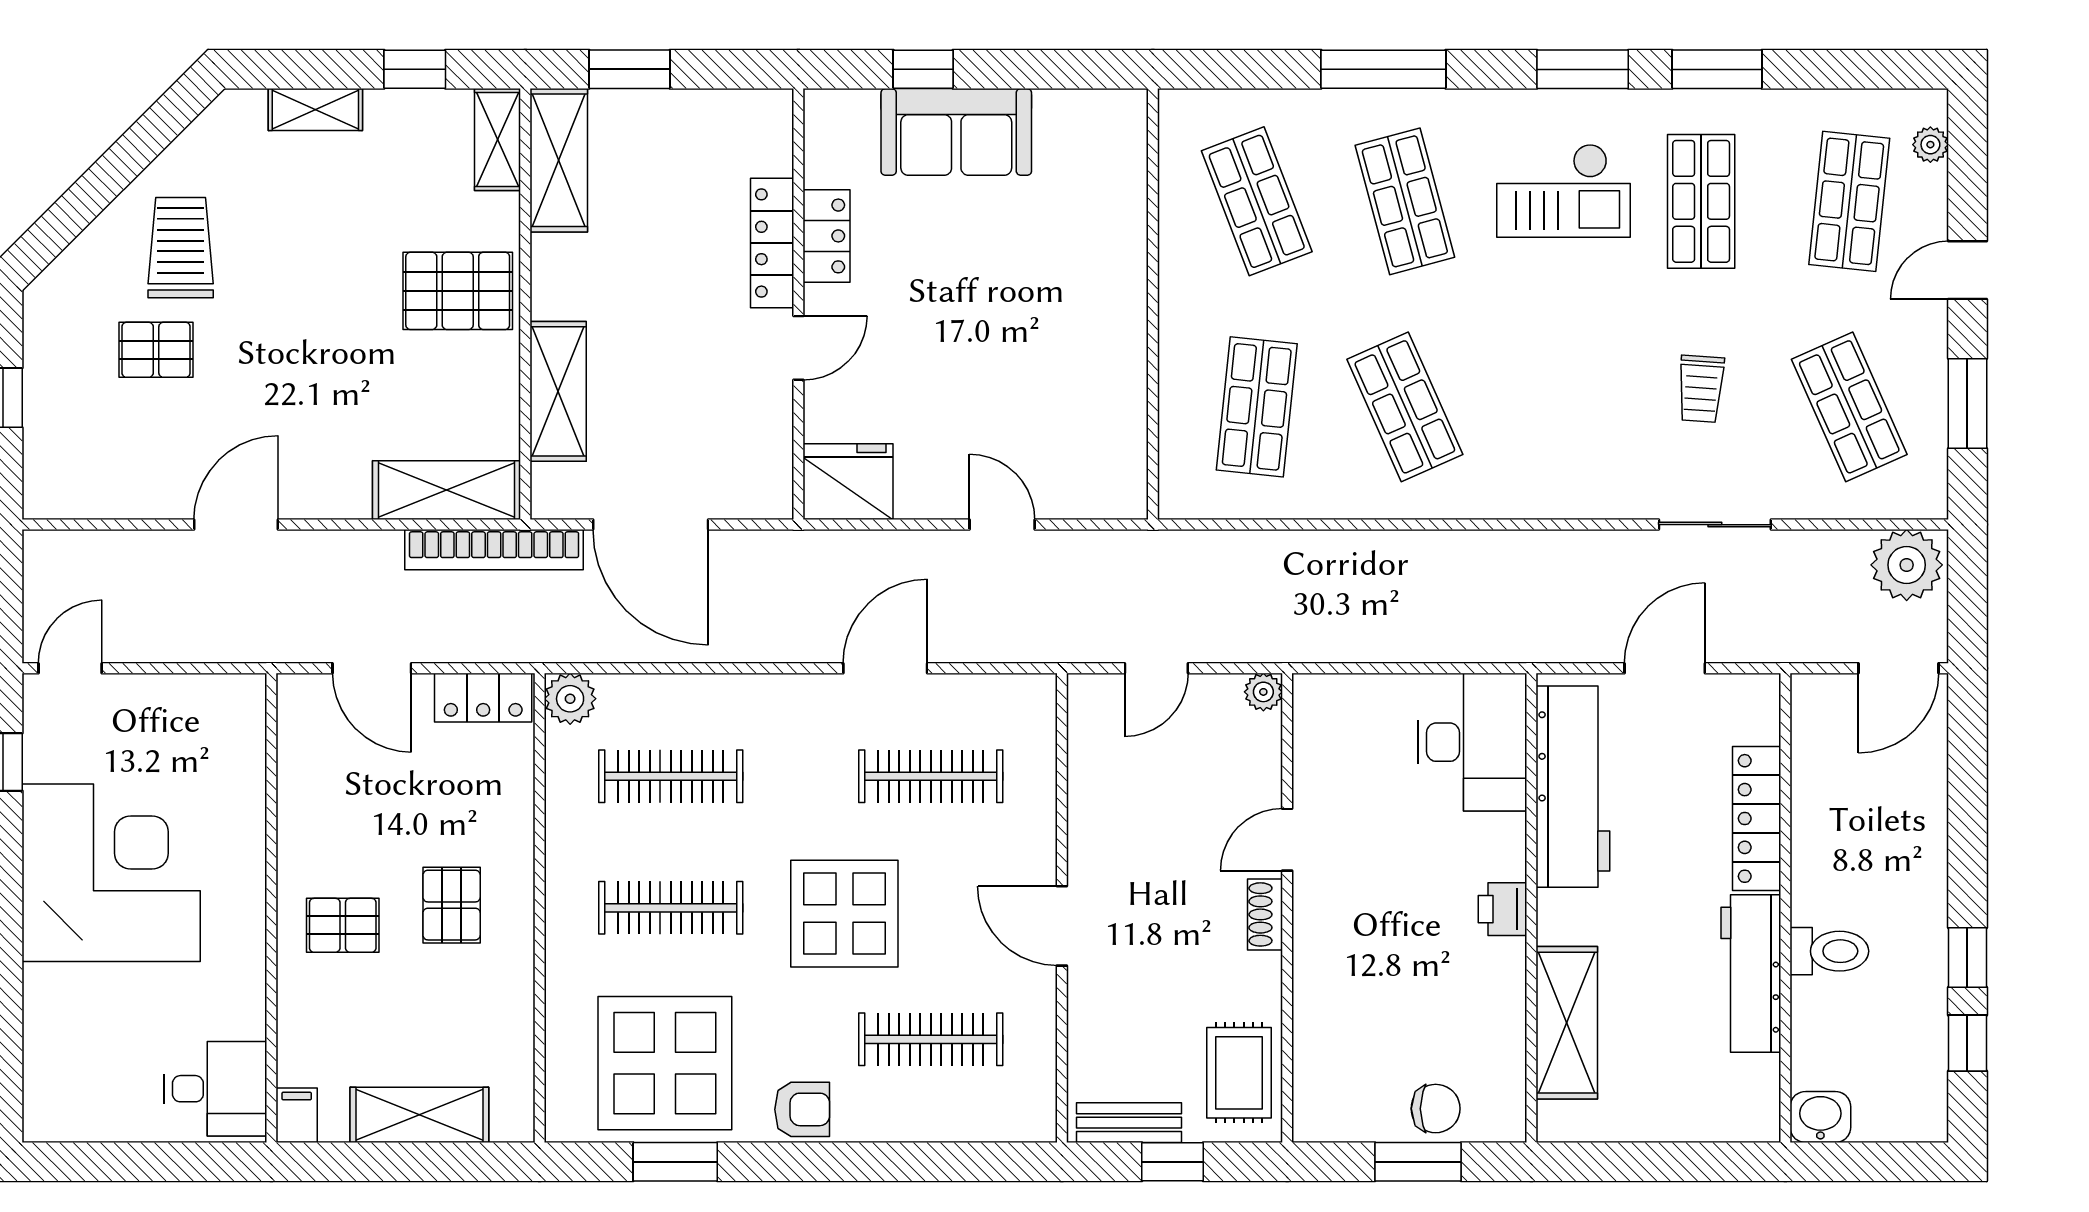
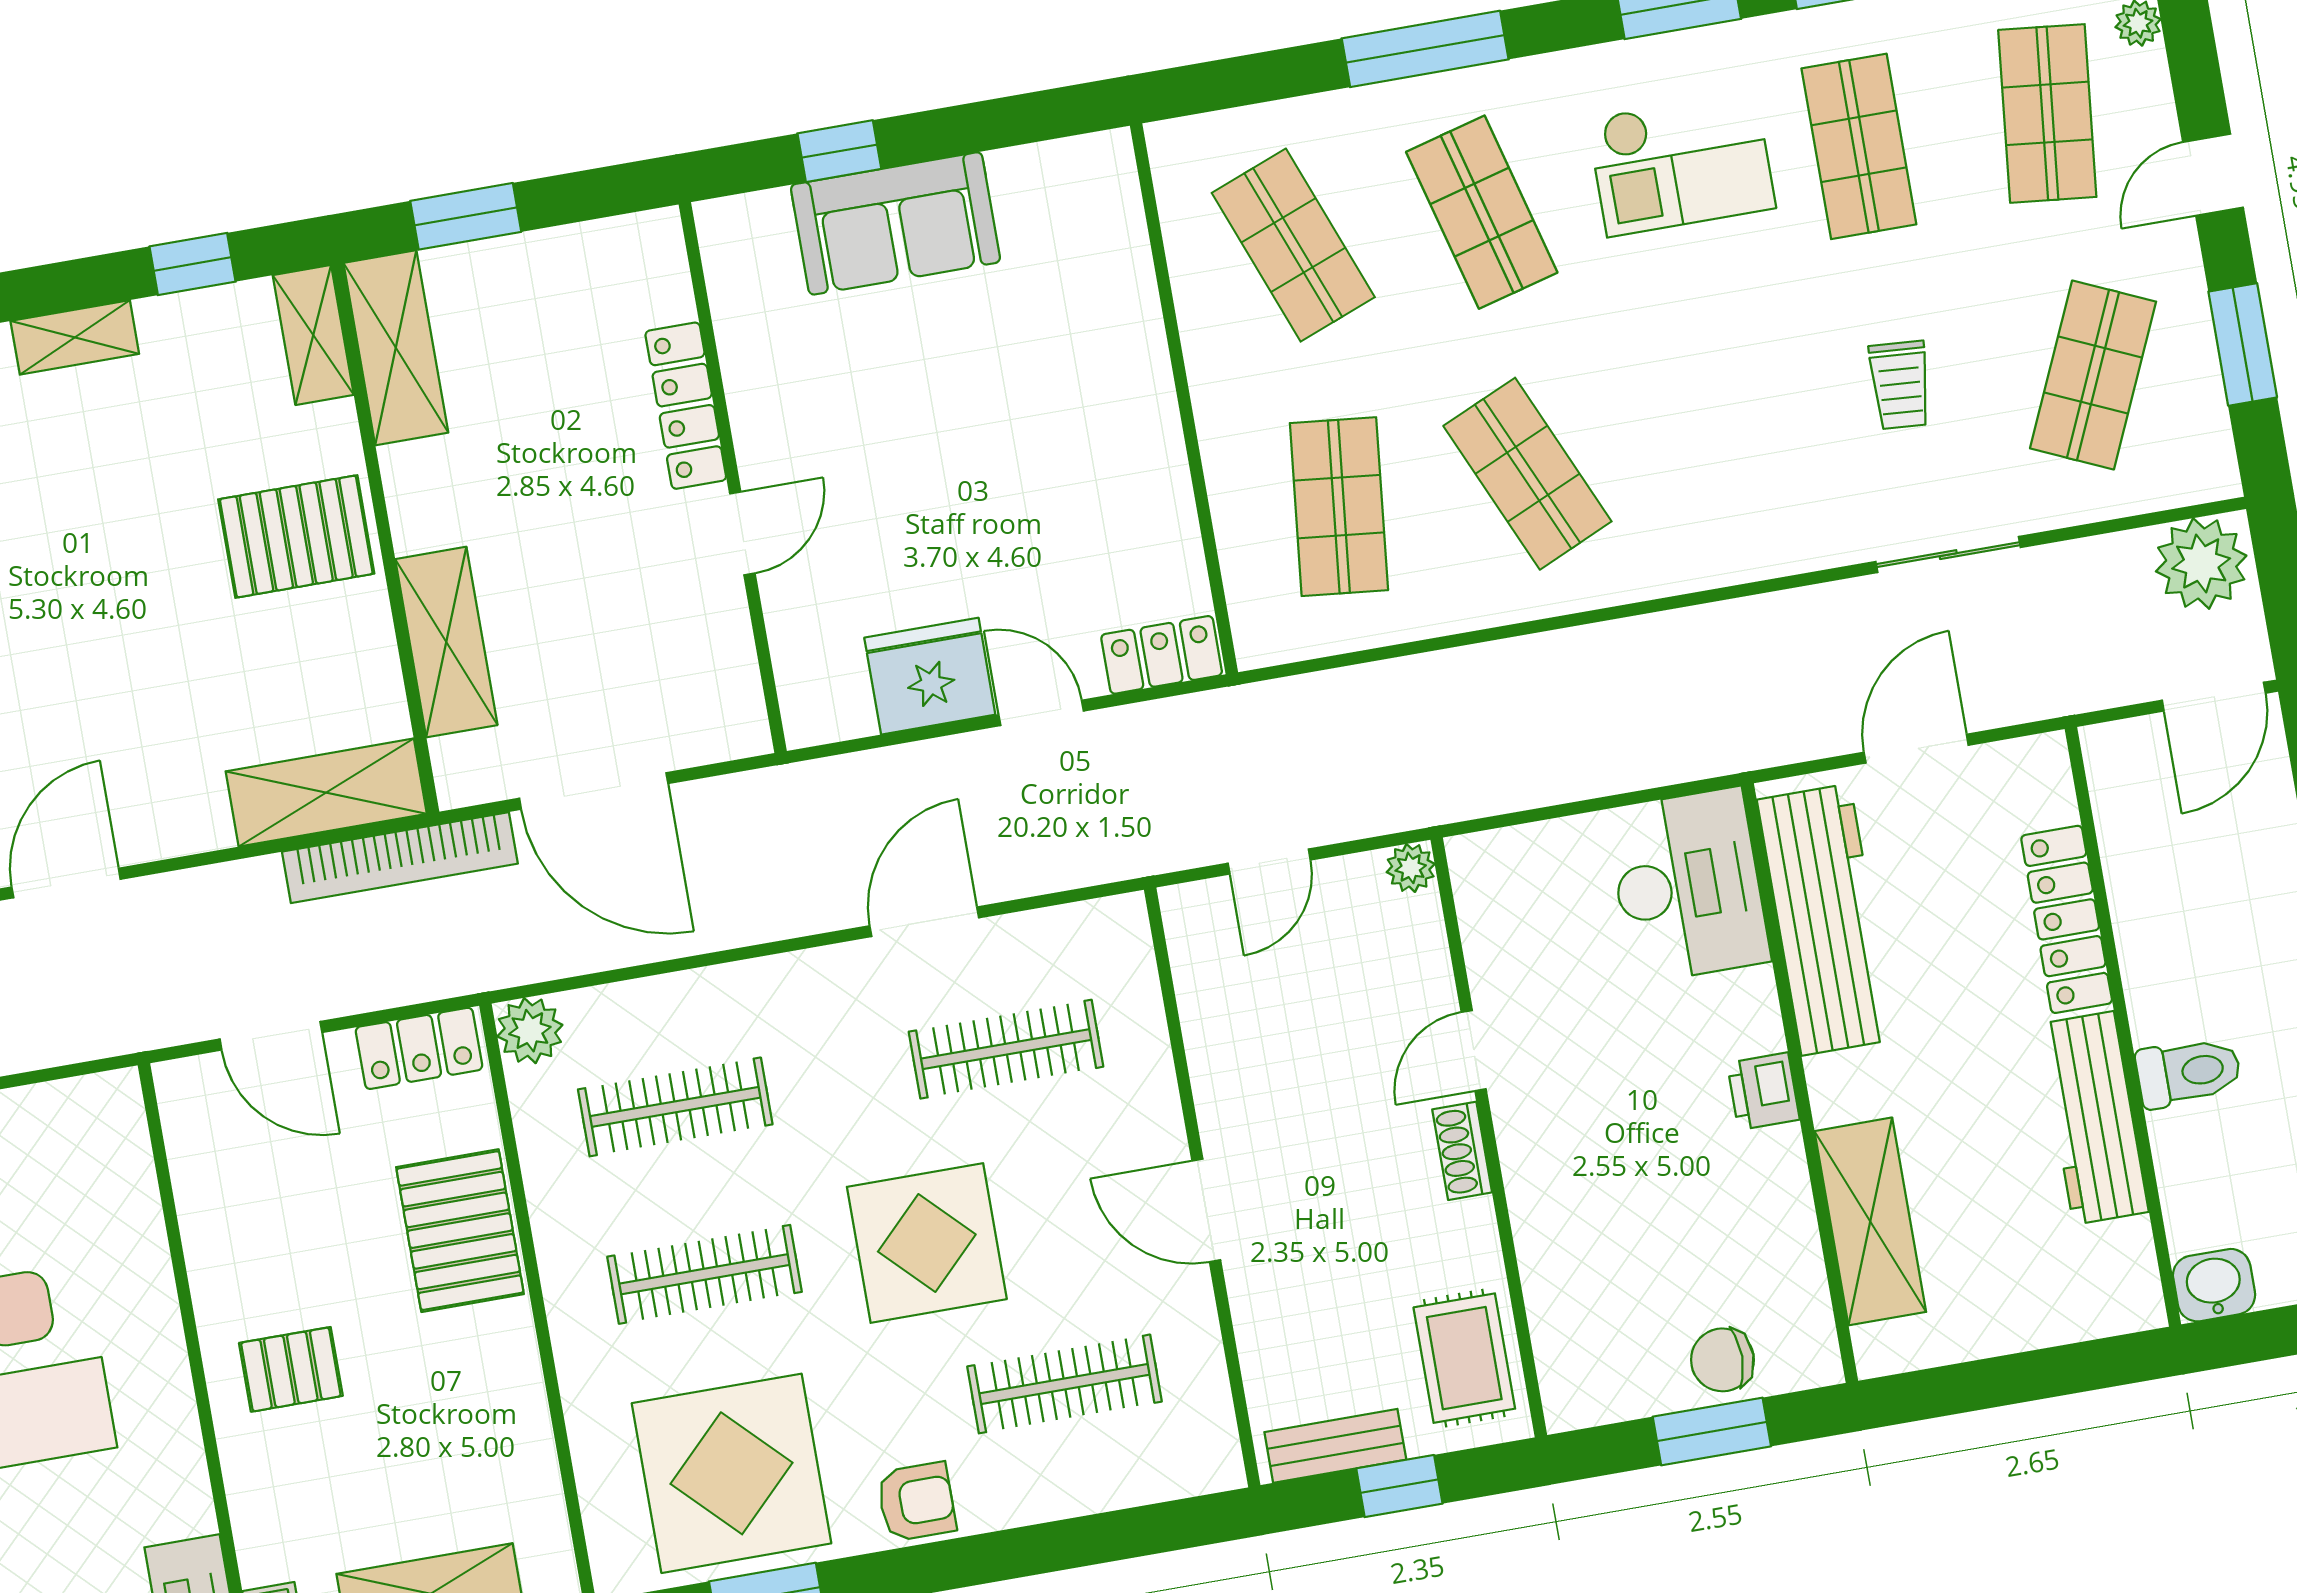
locker: (827, 236) -> (1162, 655), moved, turned -90
shop shelf: (1849, 407) -> (2093, 375), turned 48
fridge: (848, 482) -> (930, 676), moved
pallet: (452, 905) -> (460, 1231), moved, width x1.50, depth x1.42
chair: (1436, 1109) -> (1722, 1360), turned 180

